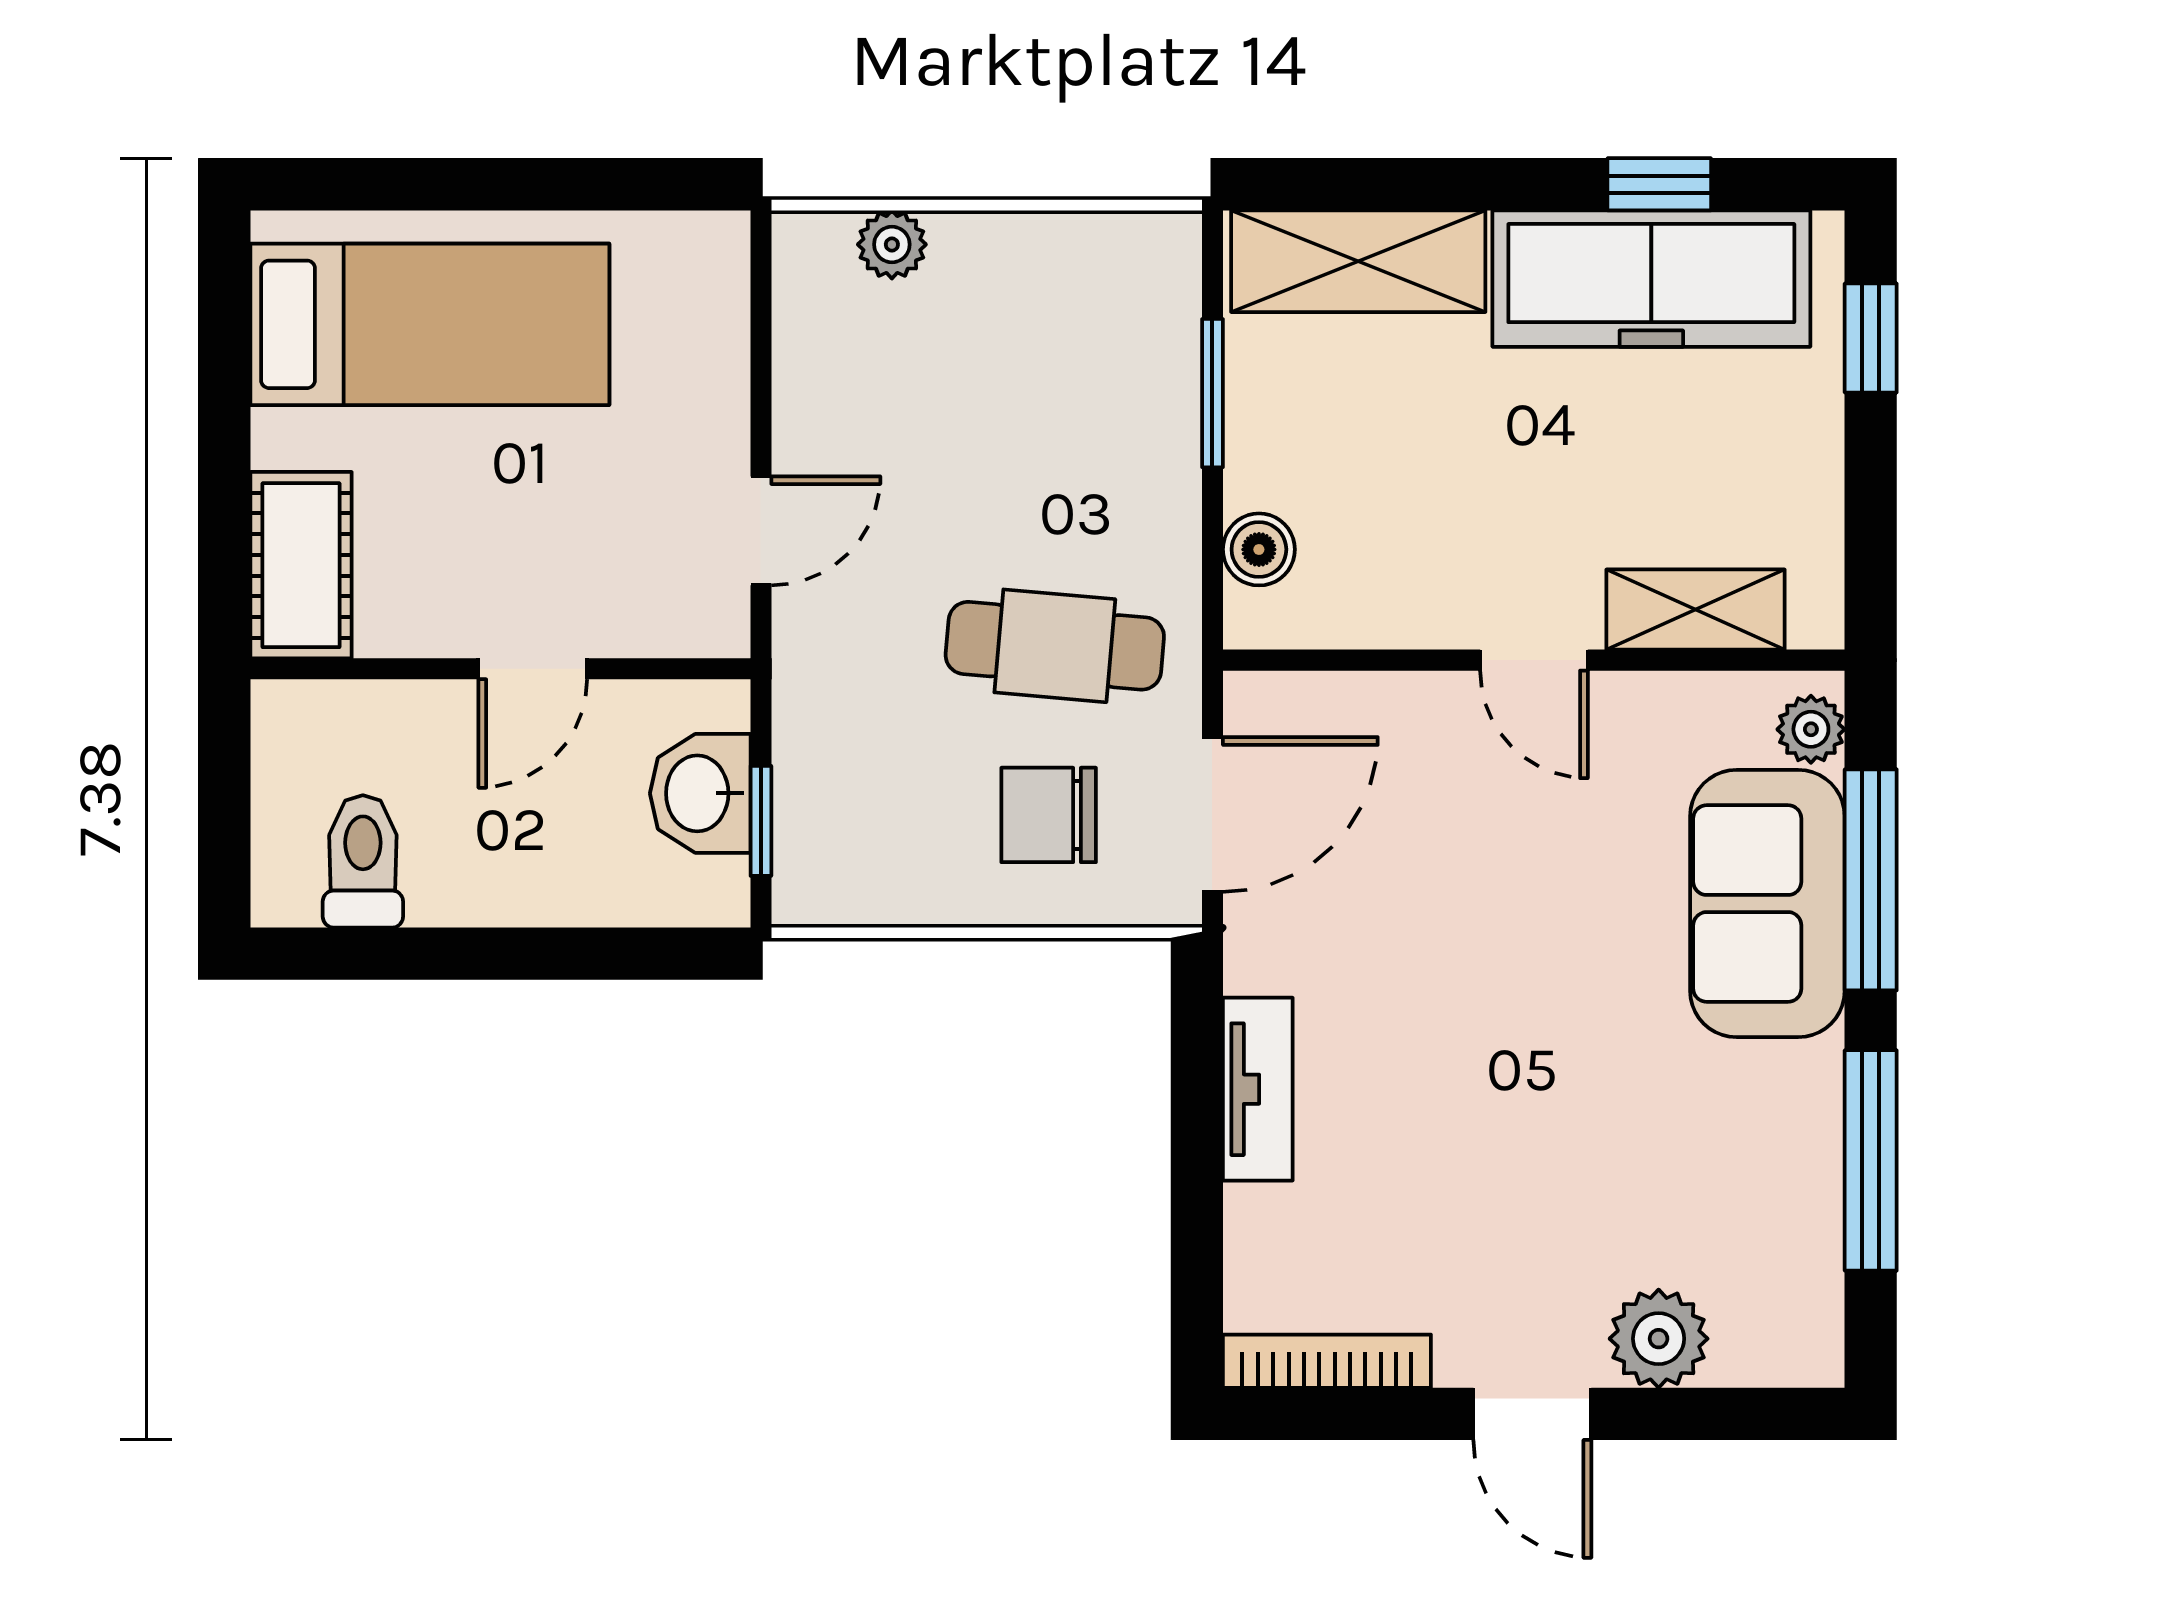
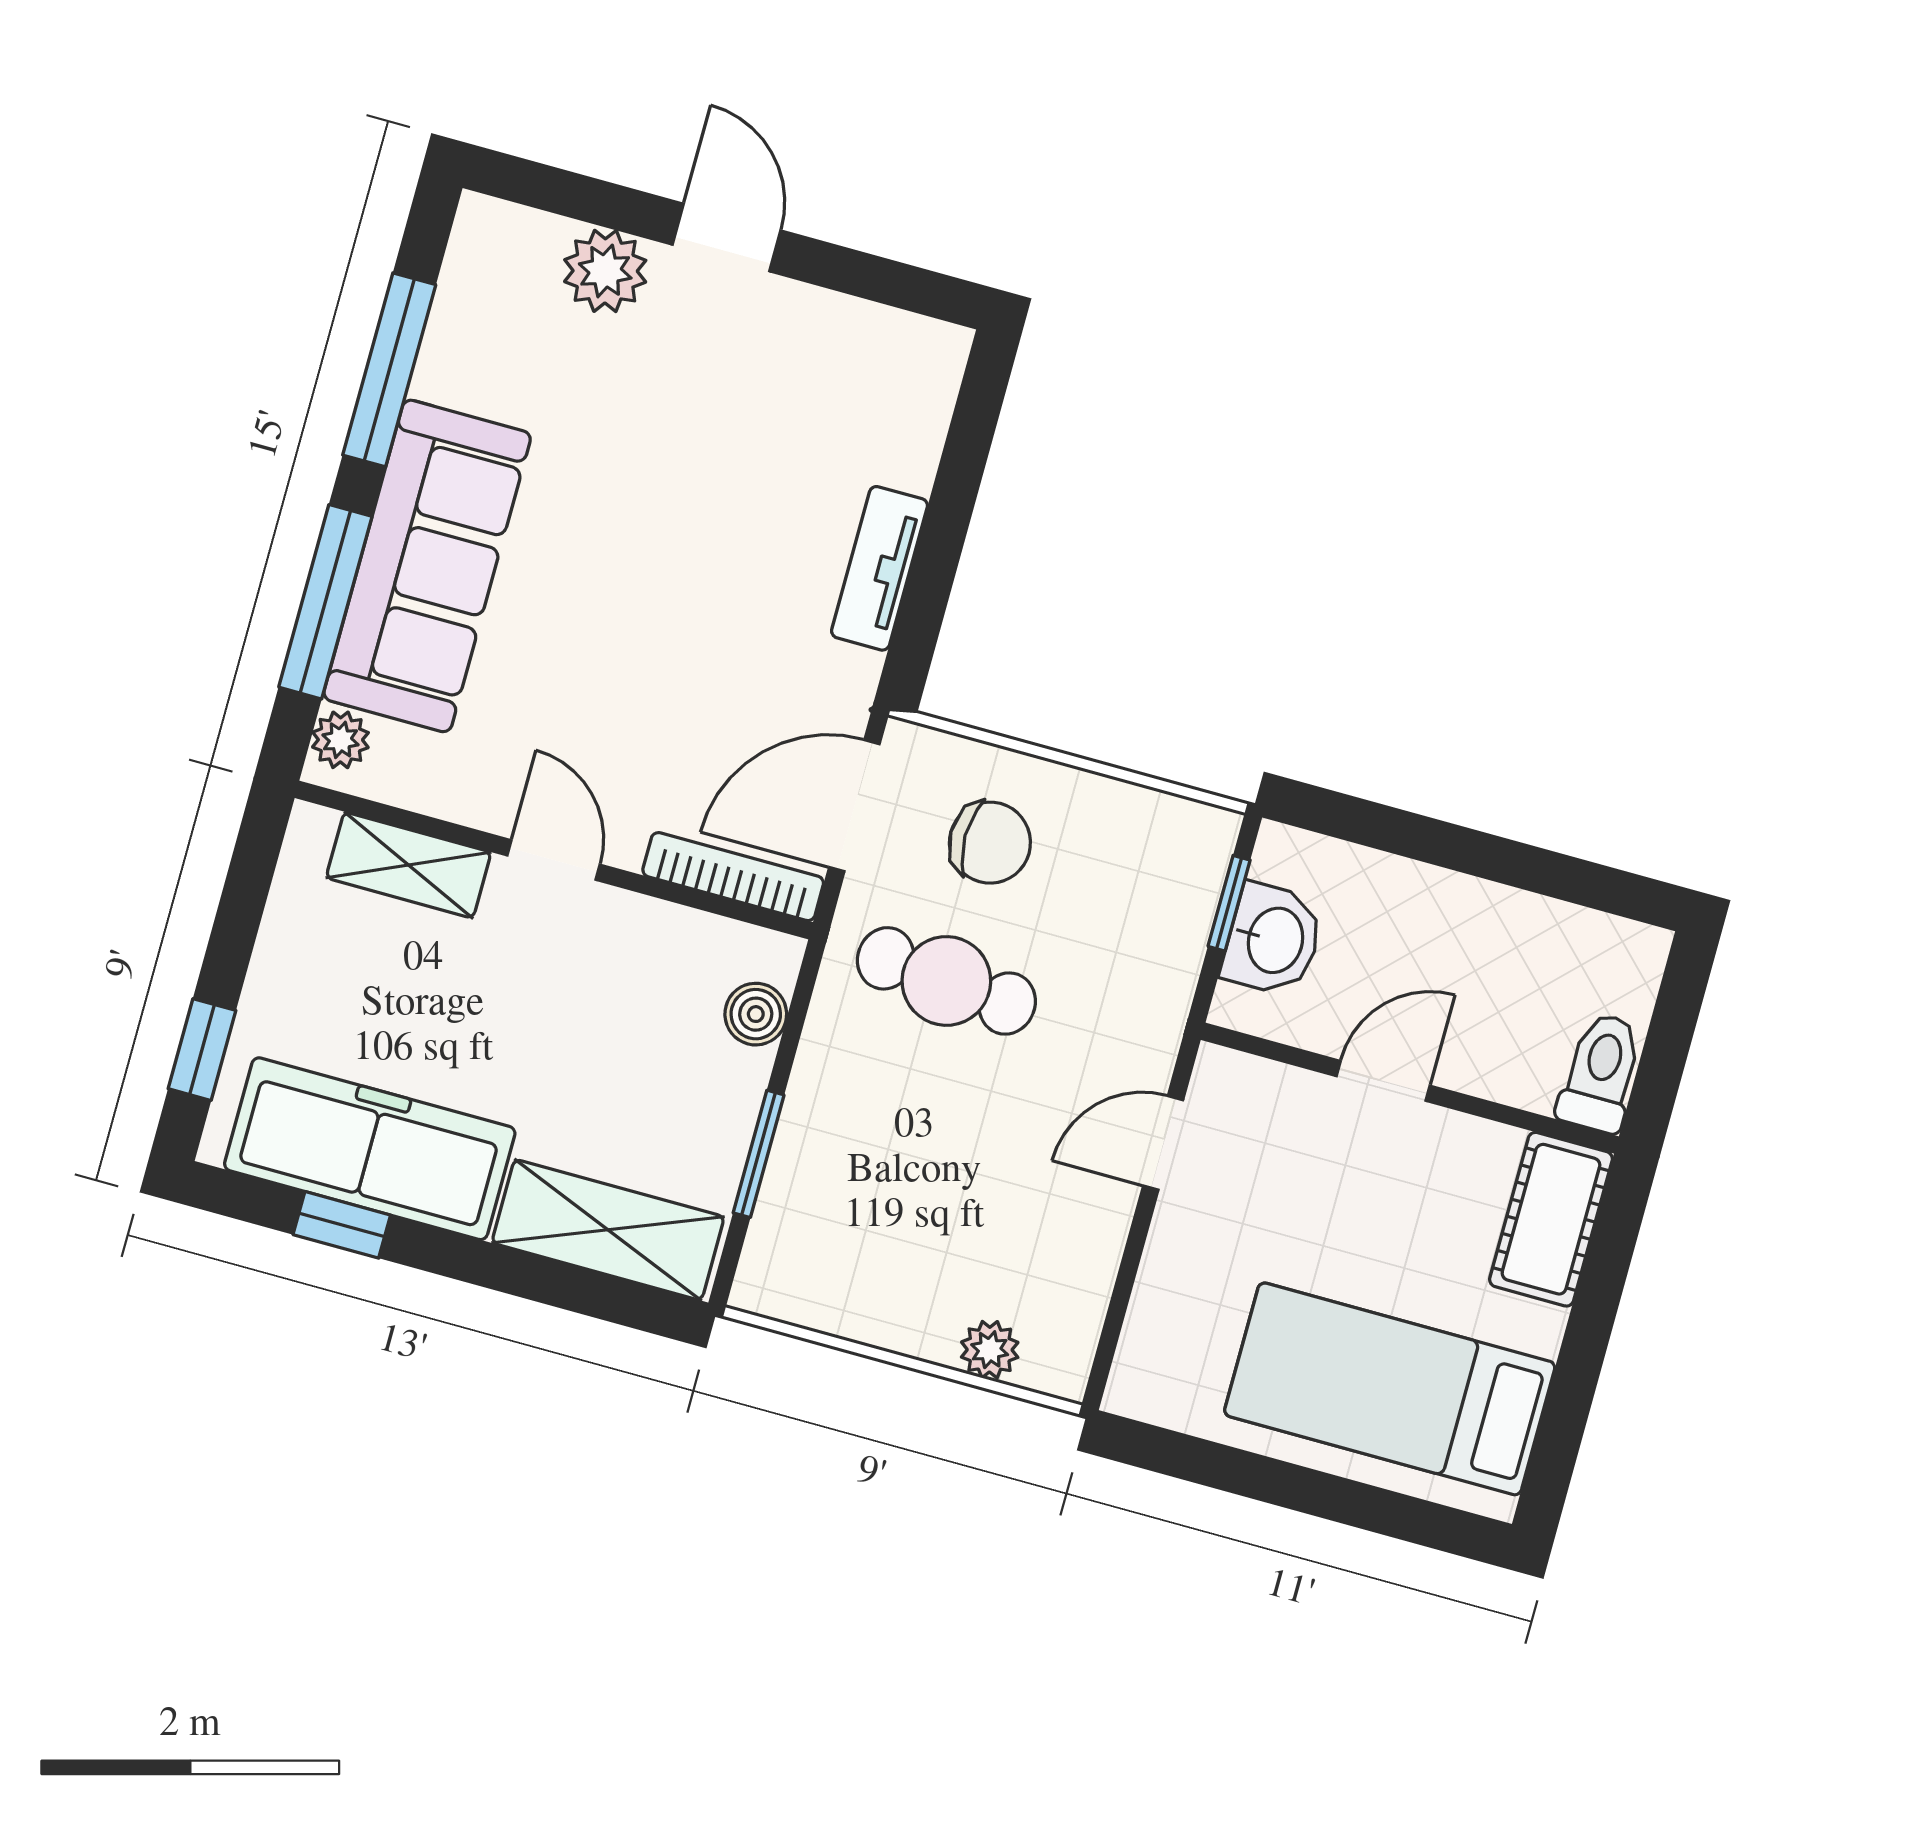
toilet: (363, 861) -> (1601, 1073), moved, turned 180
sofa: (1767, 904) -> (427, 566), width x1.36
bookcase: (1327, 1361) -> (733, 877), moved, turned 180

